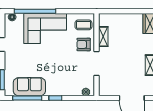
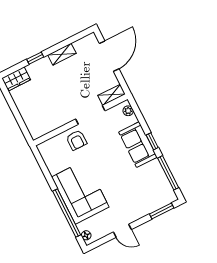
coffee table: (83, 25) -> (55, 151), removed
shelving: (103, 37) -> (112, 95), moved
sofa: (29, 87) -> (138, 145), moved

